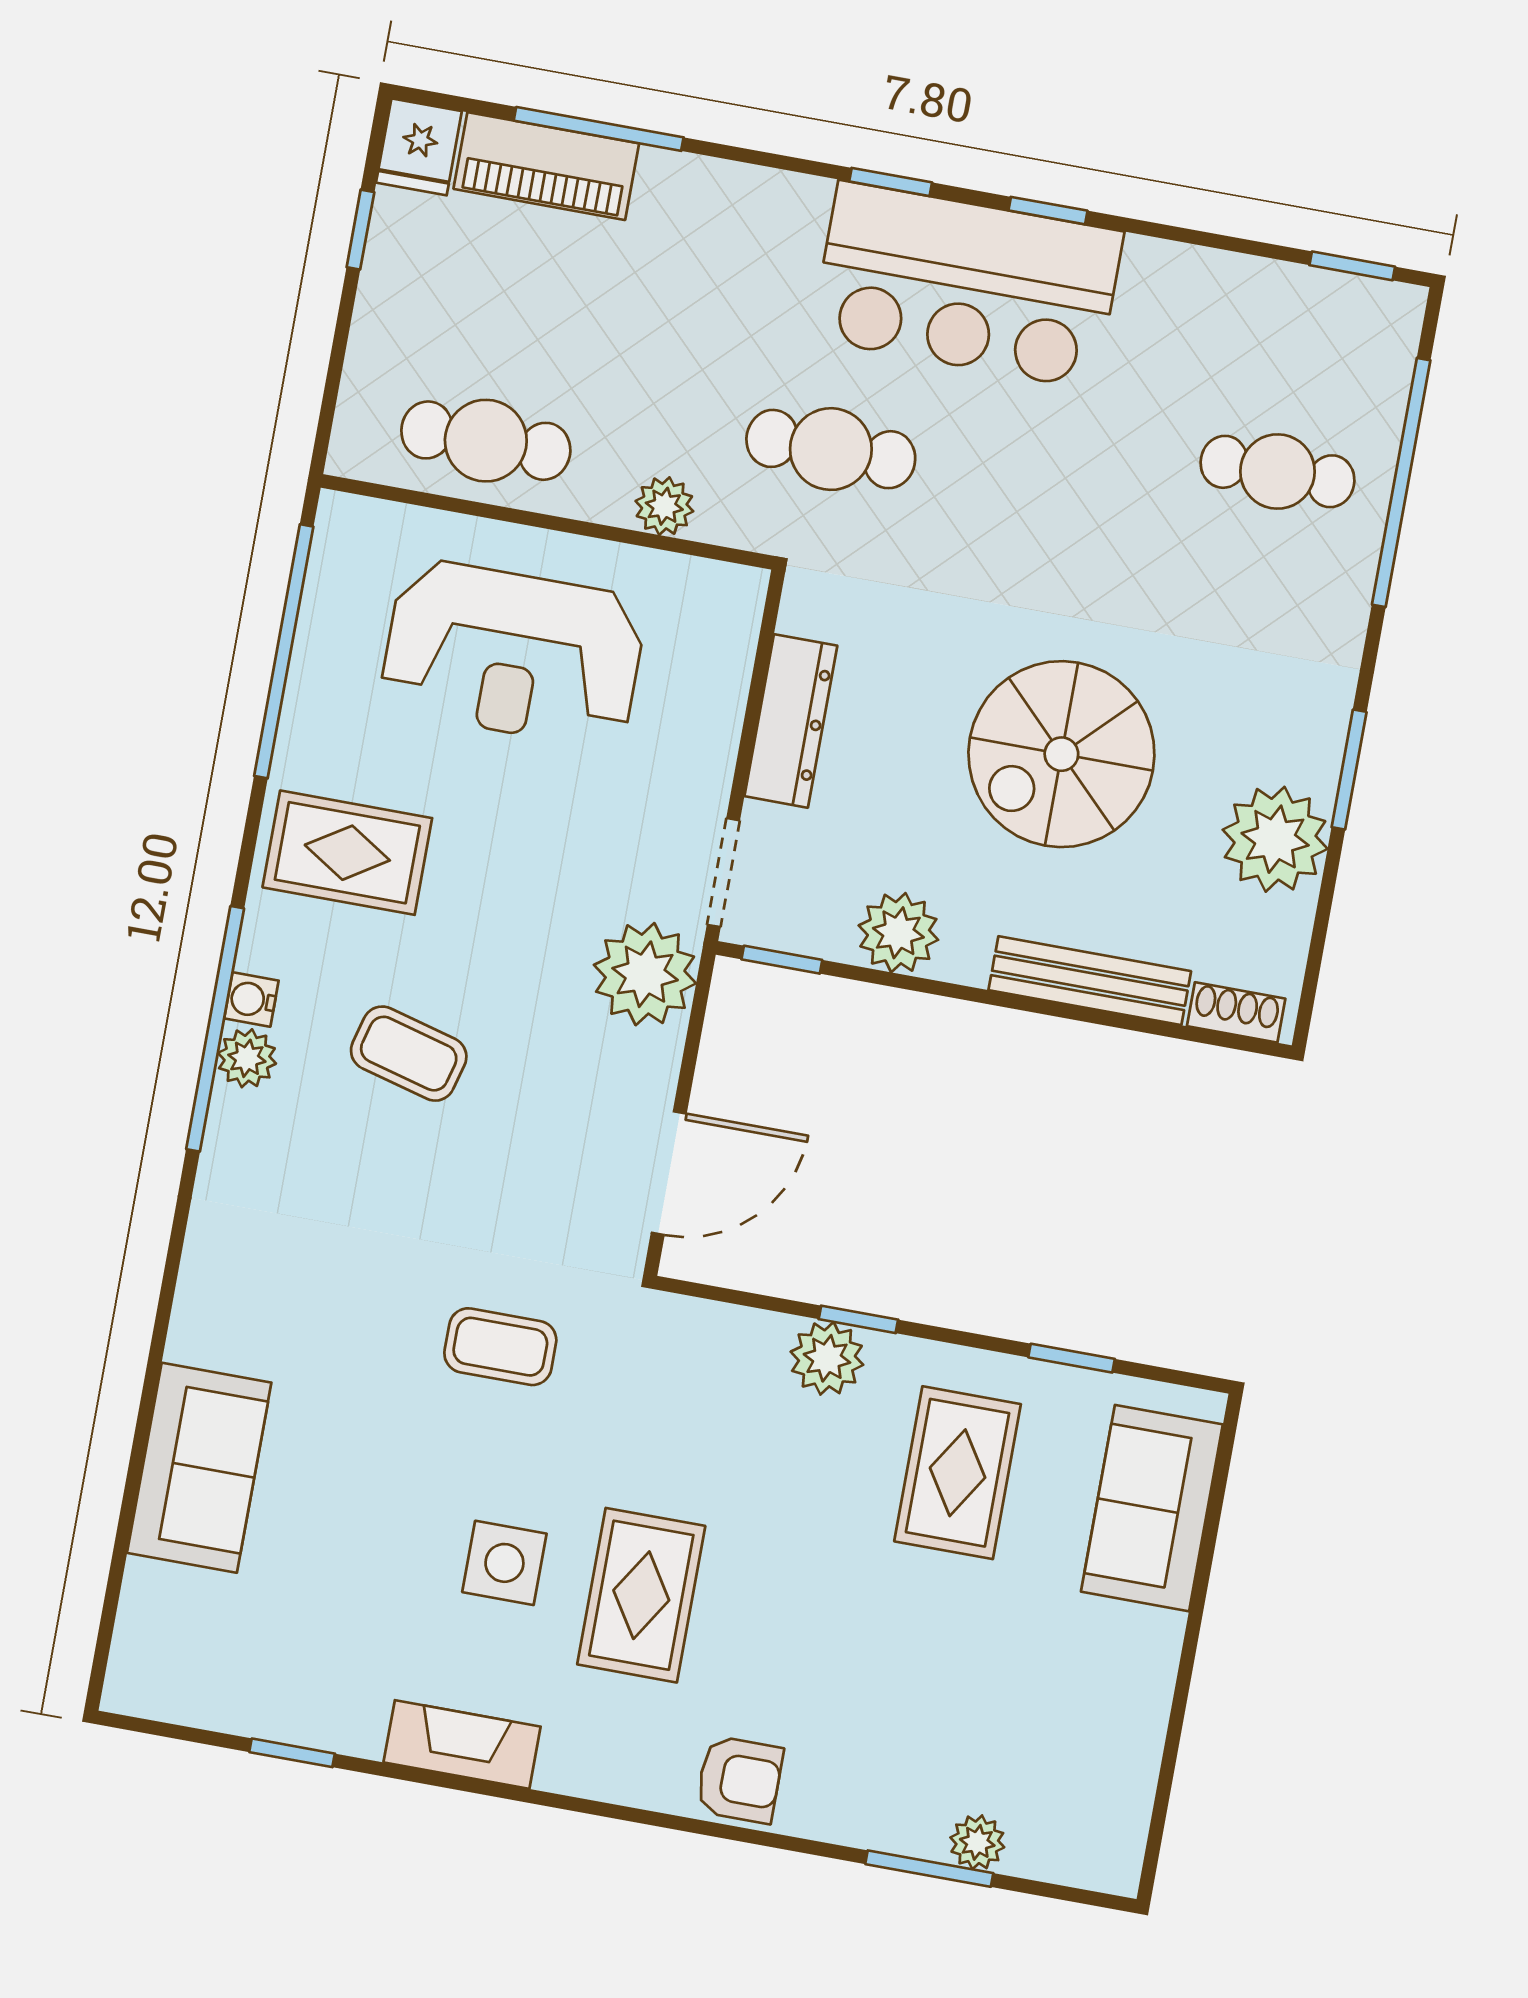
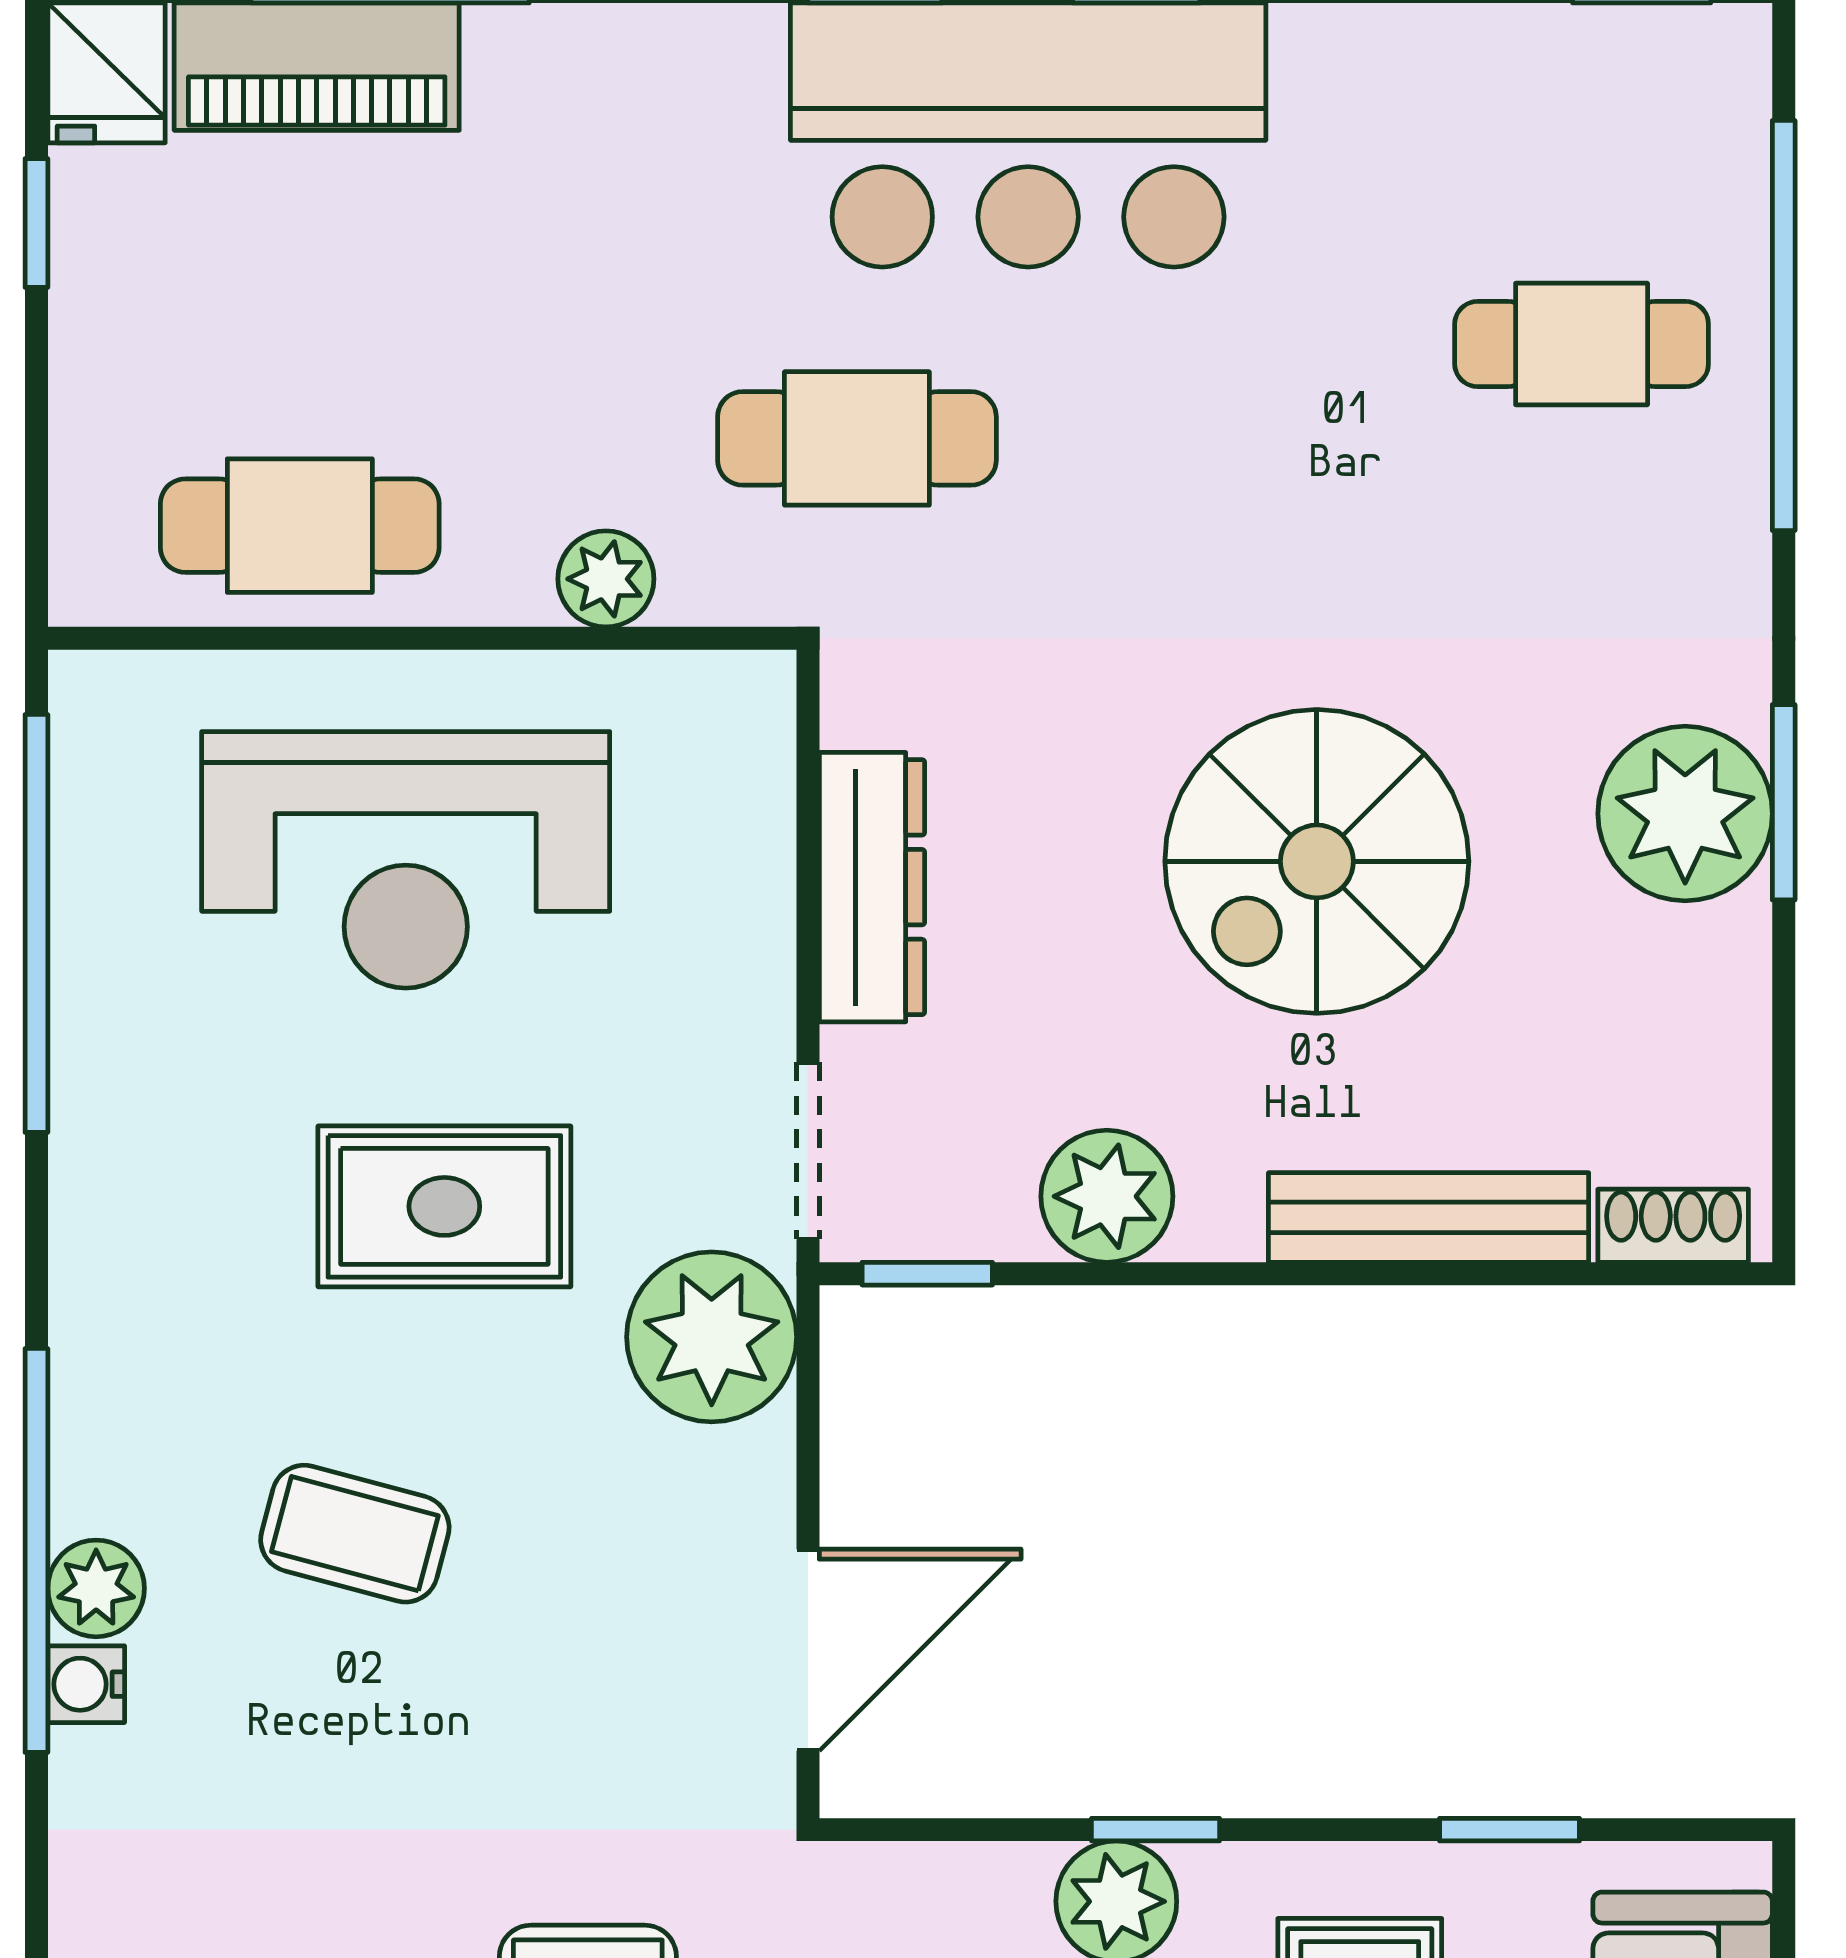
plant: (1275, 839) -> (1685, 814), moved
rug: (347, 853) -> (444, 1206), moved
water cooler: (251, 1000) -> (86, 1684), moved

